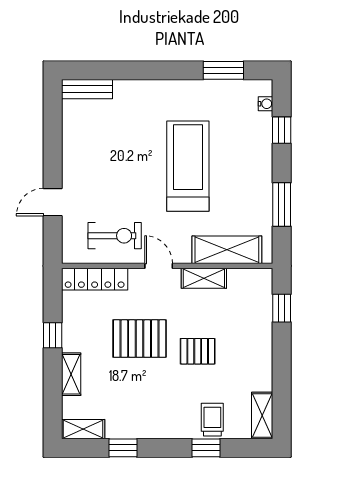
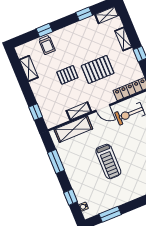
treadmill: (188, 166) -> (108, 161), width x0.73, depth x0.73
shelving: (262, 415) -> (29, 69), moved

